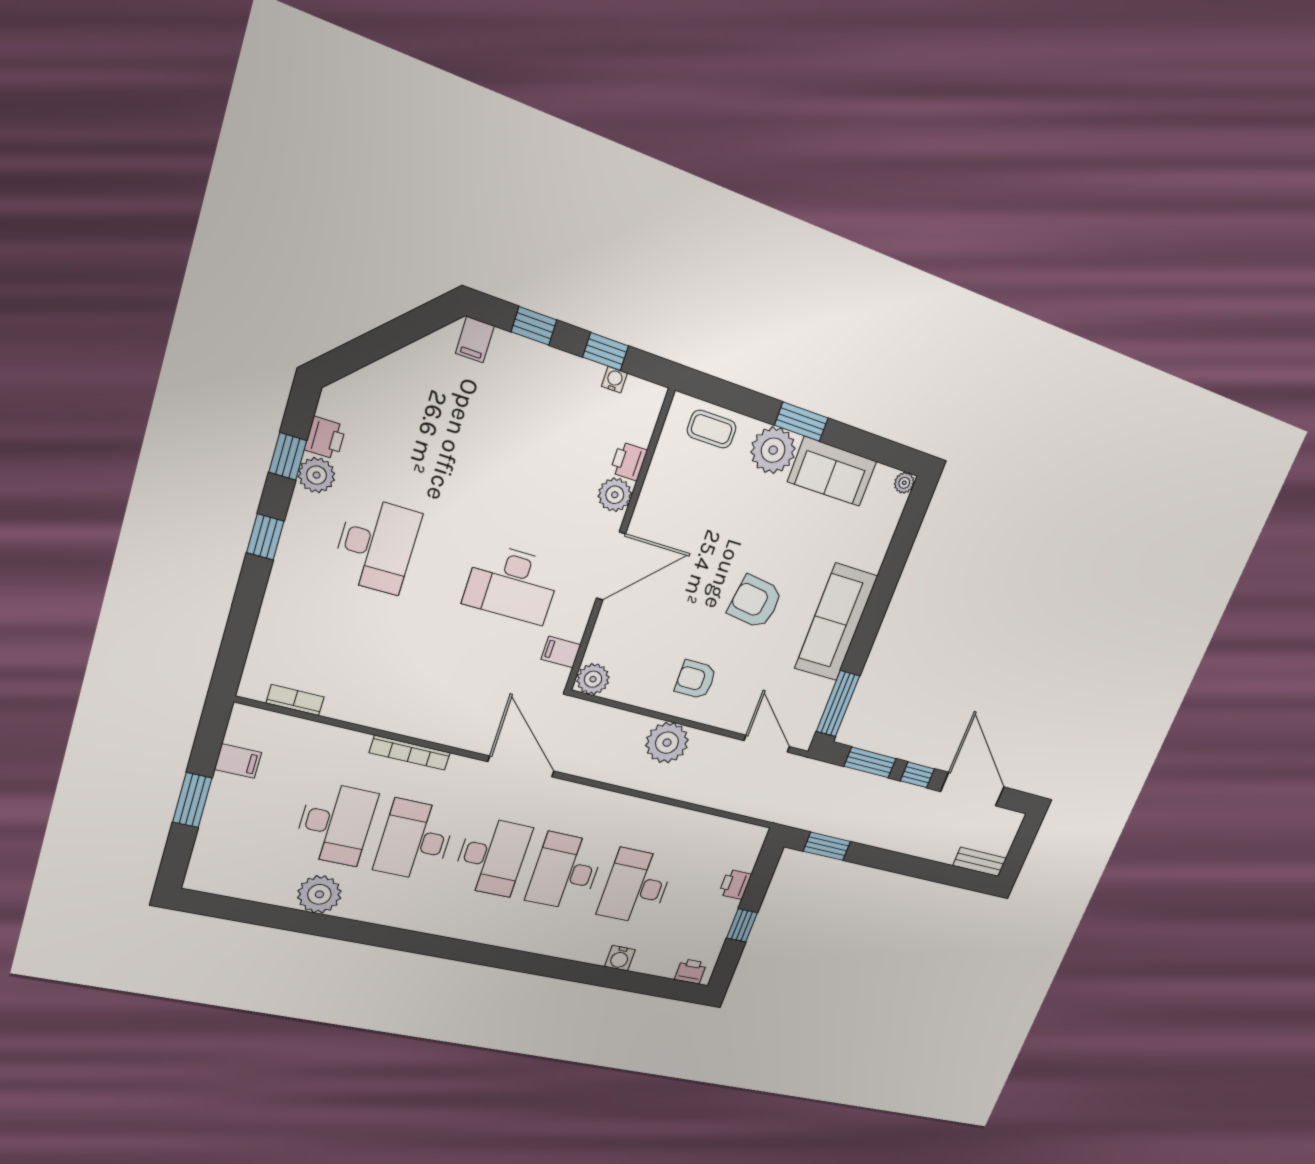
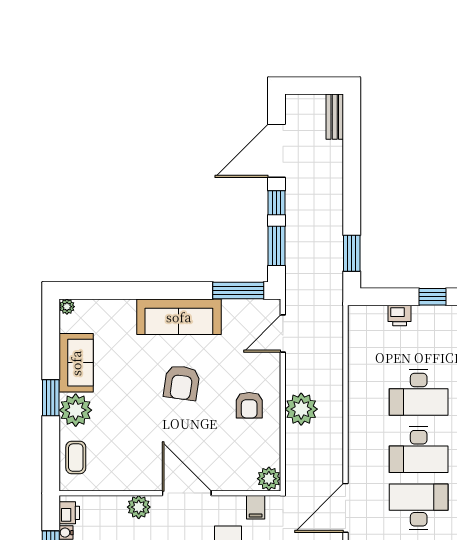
printer: (629, 461) -> (69, 513), moved, turned -90

